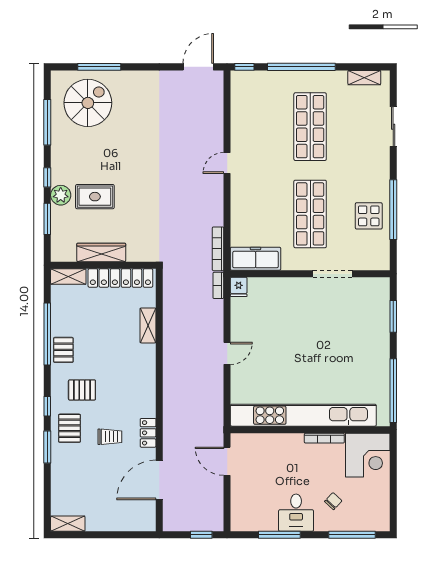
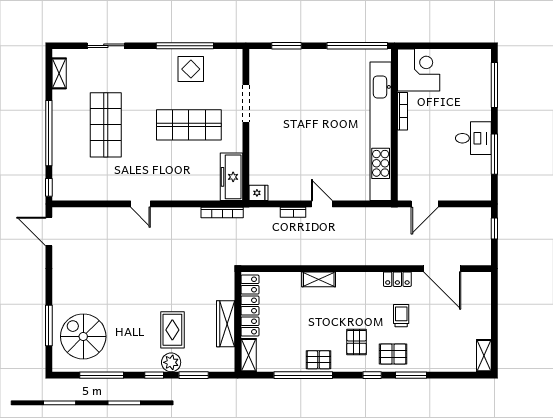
shop shelf: (310, 127) -> (106, 125), turned 90
bookcase: (218, 285) -> (293, 212), moved
shelving: (148, 325) -> (319, 279), moved
chair: (333, 501) -> (462, 103), removed

